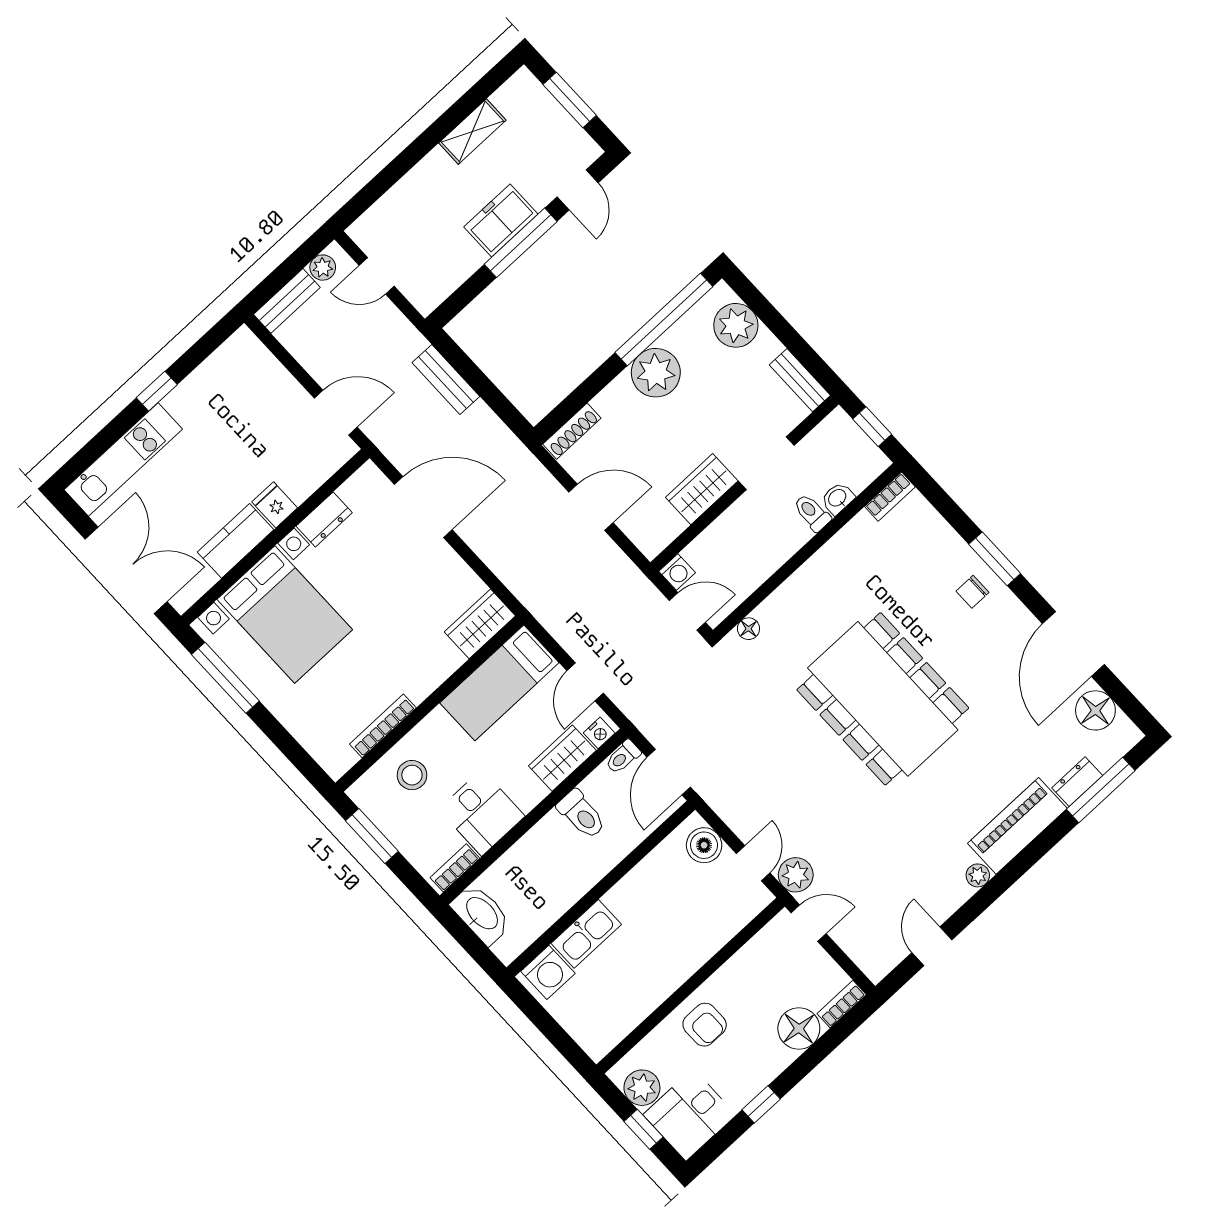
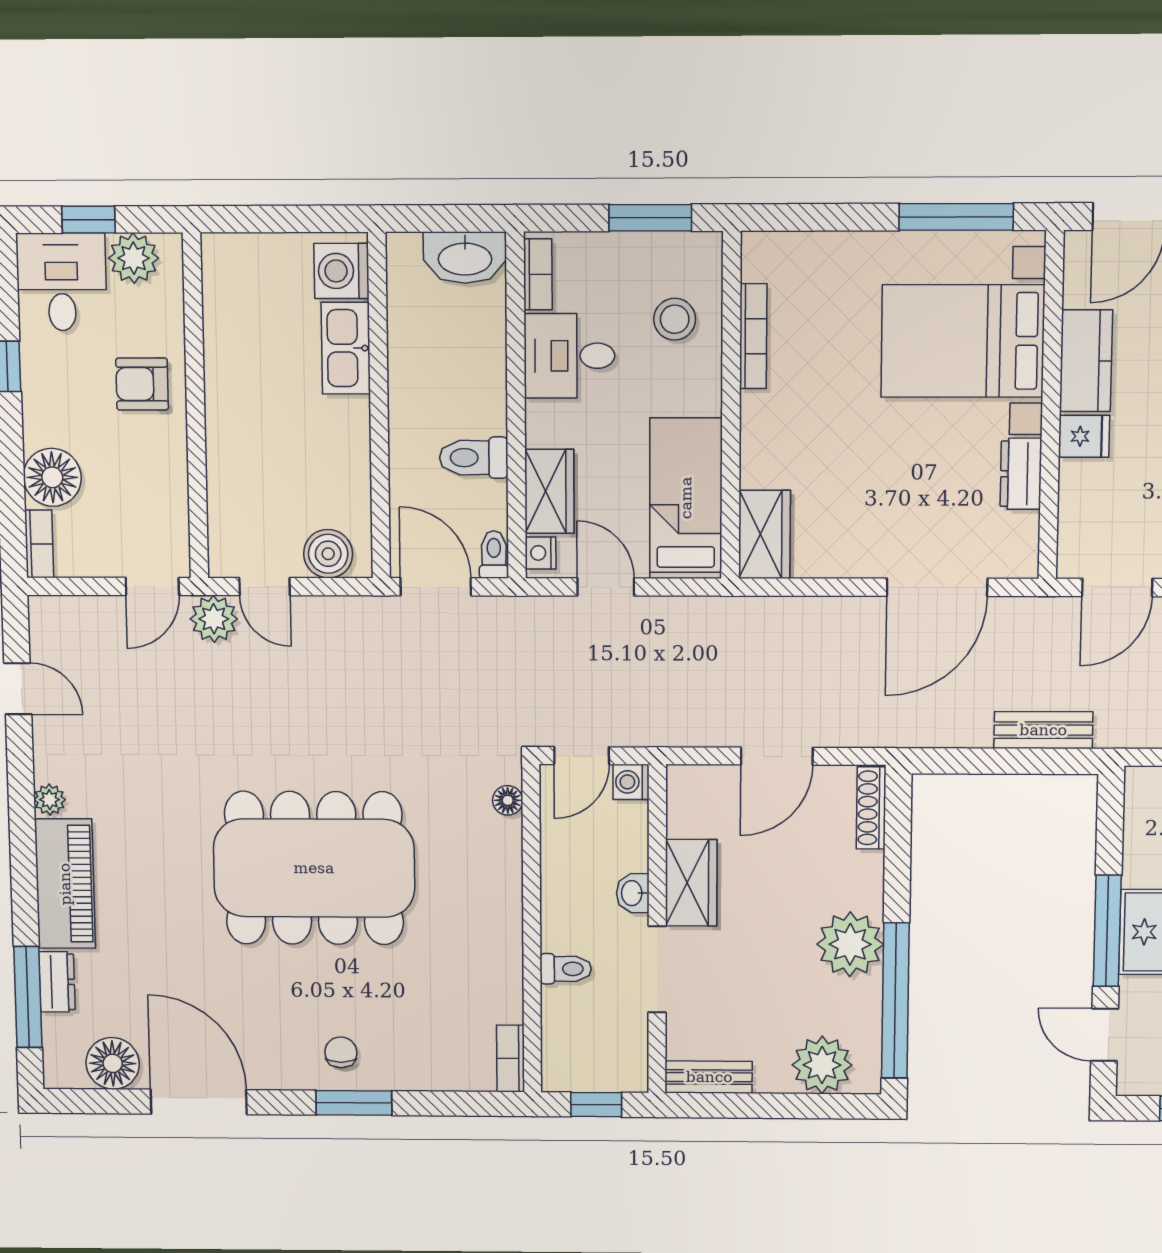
washbasin: (838, 498) -> (633, 893), moved, turned 180

